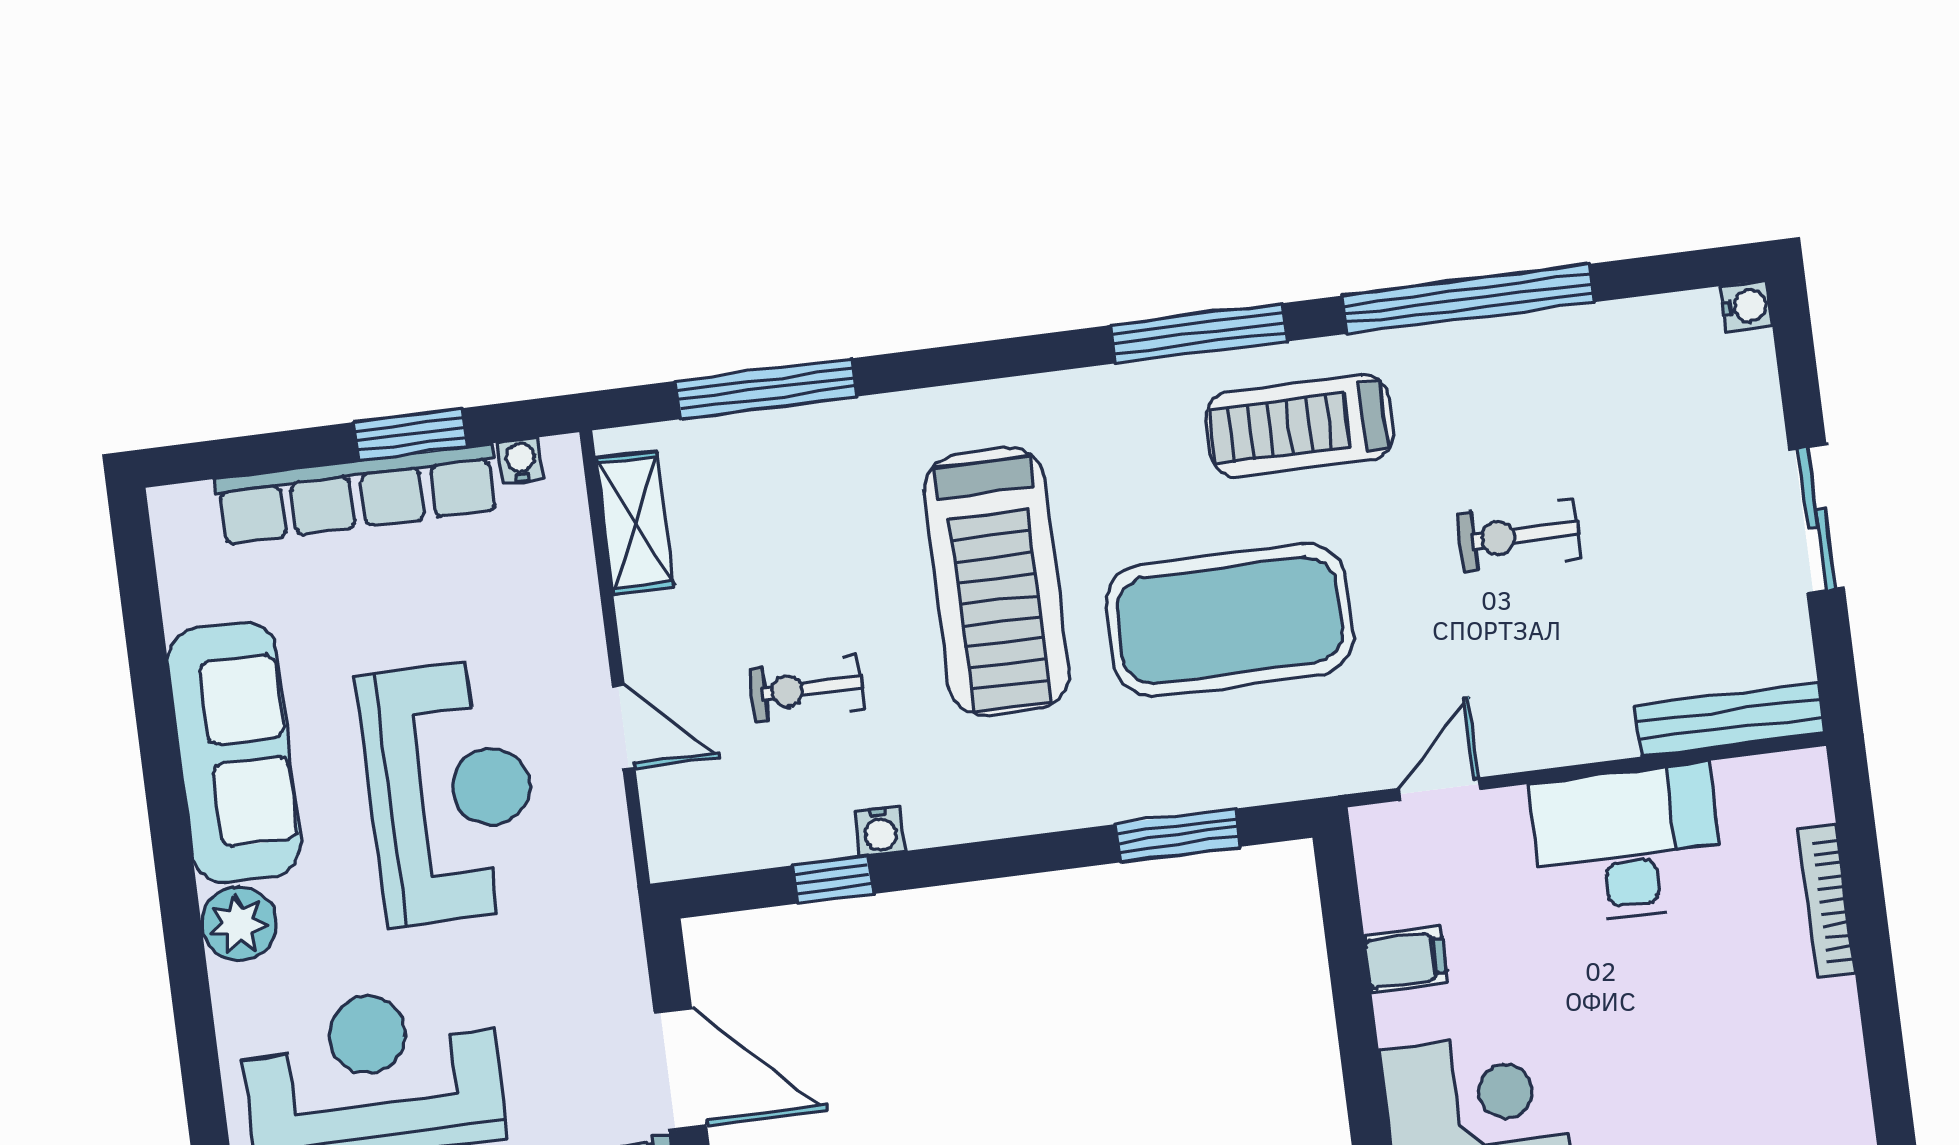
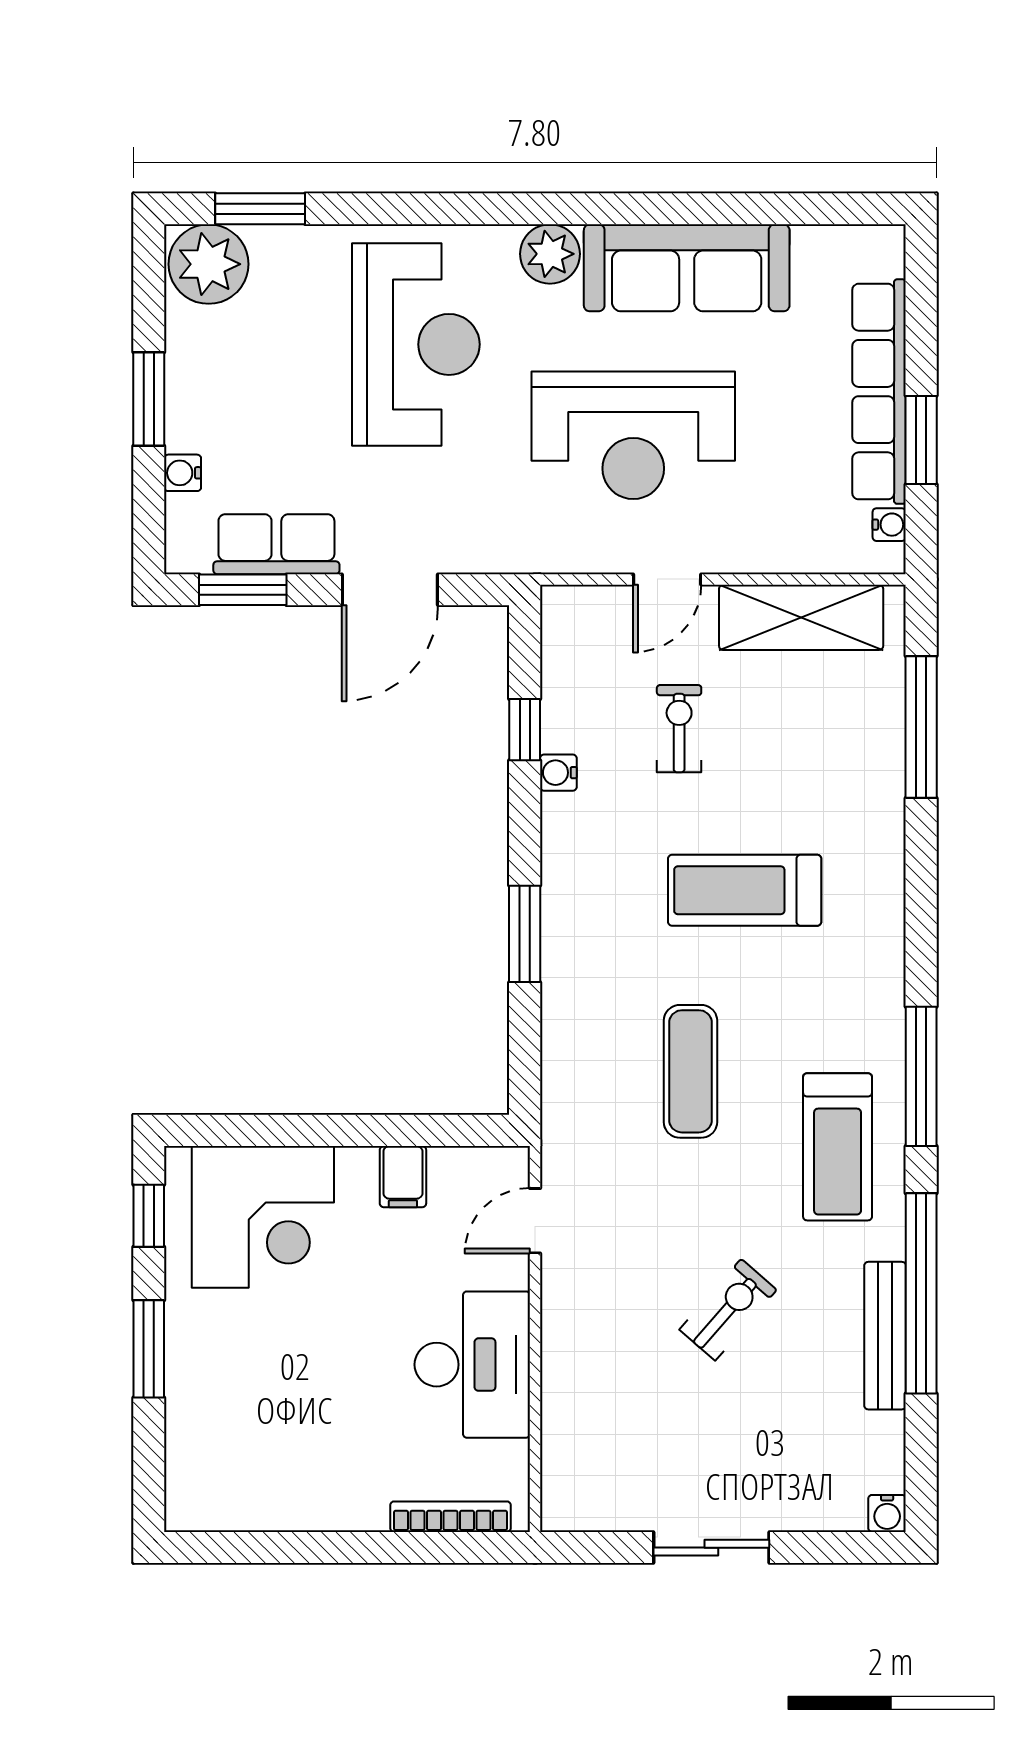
treadmill: (1300, 426) -> (838, 1147), turned 180
shelving: (635, 522) -> (801, 617), width x1.50, depth x1.33
exercise bike: (1519, 536) -> (728, 1310), turned 41
treadmill: (997, 582) -> (745, 890), width x0.73, depth x0.73
exercise mat: (1230, 620) -> (690, 1071), width x0.50, depth x0.69
bench: (1730, 719) -> (885, 1336), moved
door: (1439, 789) -> (535, 1221), swing flipped
window: (1178, 836) -> (525, 934), moved
bookcase: (1827, 901) -> (450, 1517), moved

